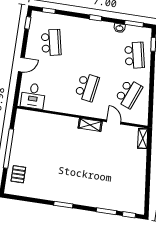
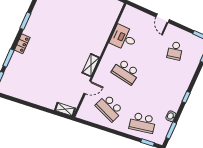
school desk: (51, 43) -> (175, 51), width x0.54
desk: (33, 96) -> (124, 38), moved
locker: (88, 201) -> (22, 44), added

